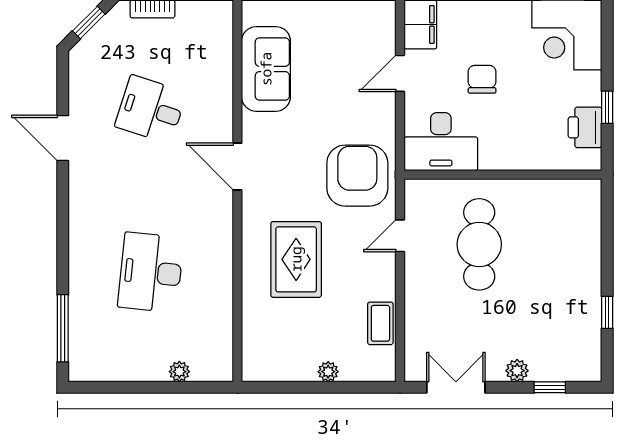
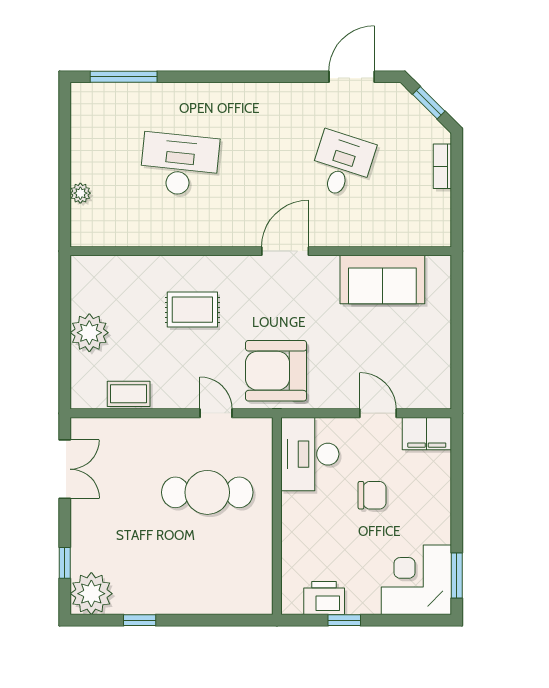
door: (63, 138) -> (352, 77), moved
armchair: (357, 176) -> (276, 371), turned 180
rug: (296, 259) -> (192, 310), width x0.73, depth x0.70
plant: (517, 371) -> (91, 594), moved, width x1.88, depth x1.88
plant: (328, 372) -> (89, 333), width x1.87, depth x1.87

